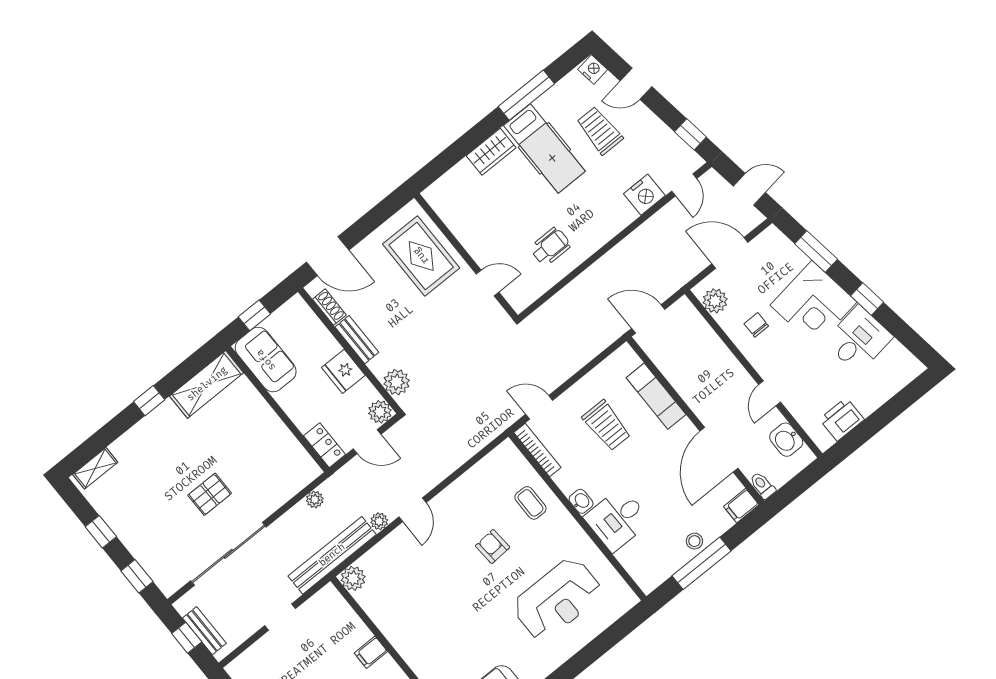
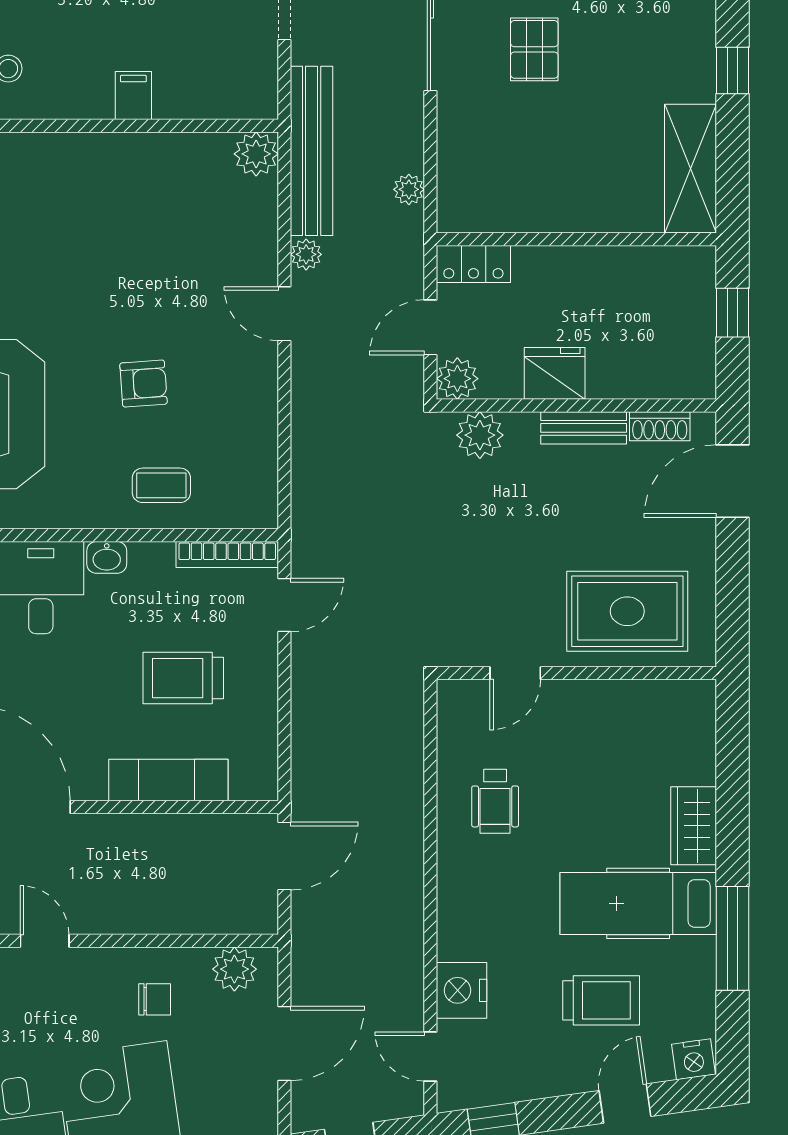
sofa: (266, 360) -> (658, 279), removed

